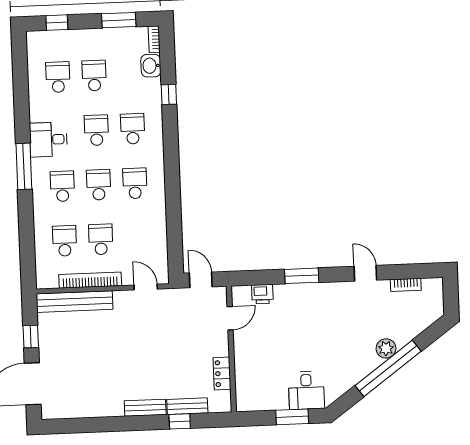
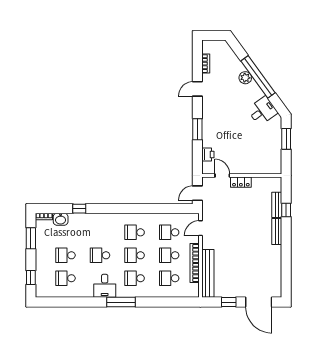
school desk: (133, 129) -> (169, 232), moved
locker: (222, 374) -> (241, 182), moved
desk: (306, 390) -> (262, 111), moved, turned -36

